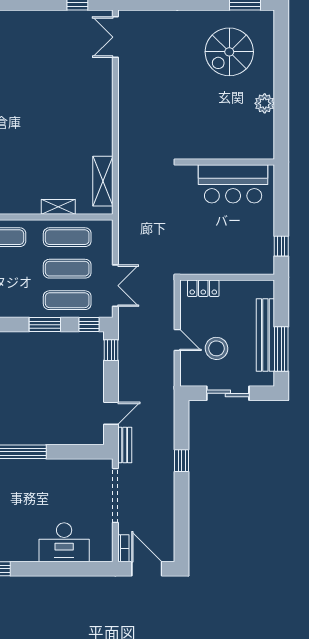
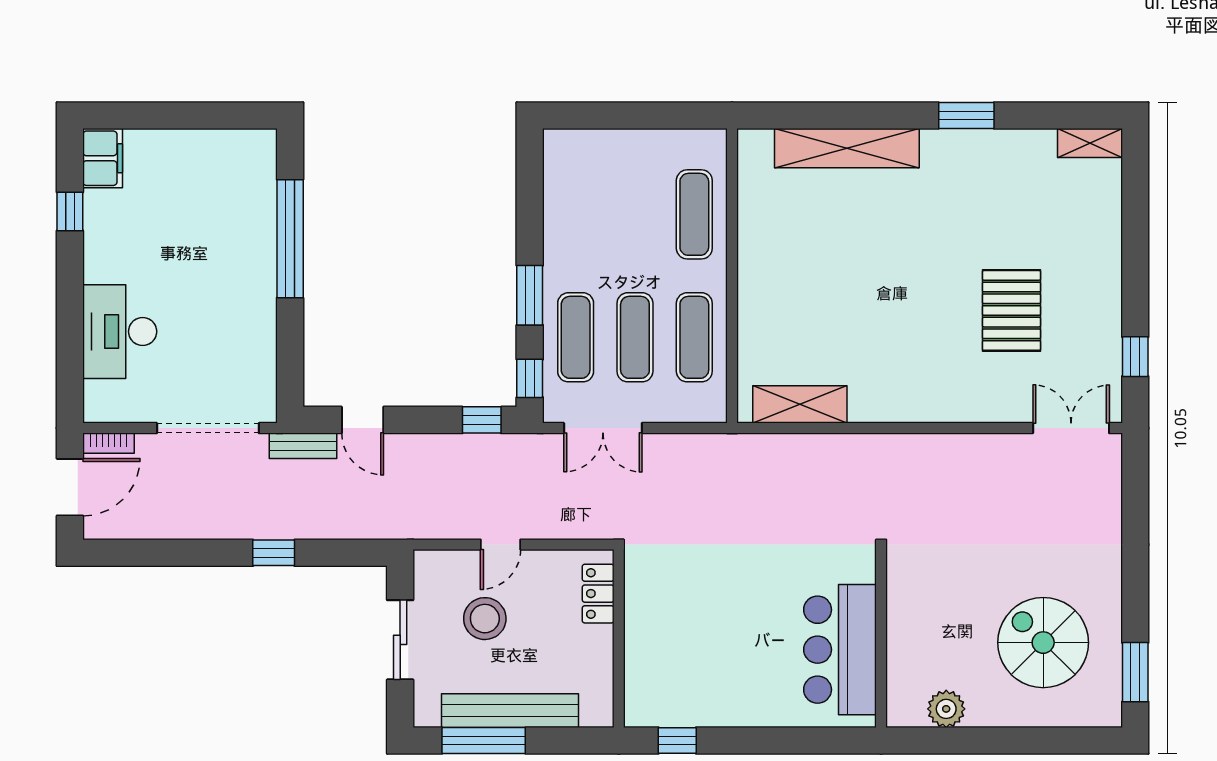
pallet: (53, 69) -> (1011, 310), added
wall: (227, 162) -> (881, 639), moved
bar counter: (233, 184) -> (840, 650), moved
shelving: (58, 207) -> (751, 321), removed

